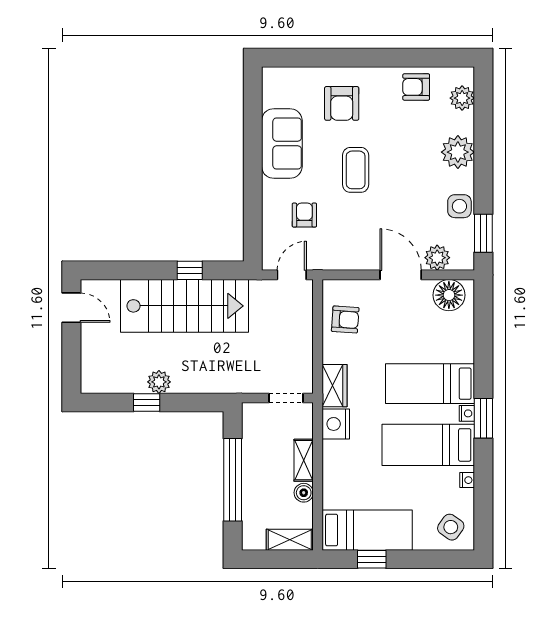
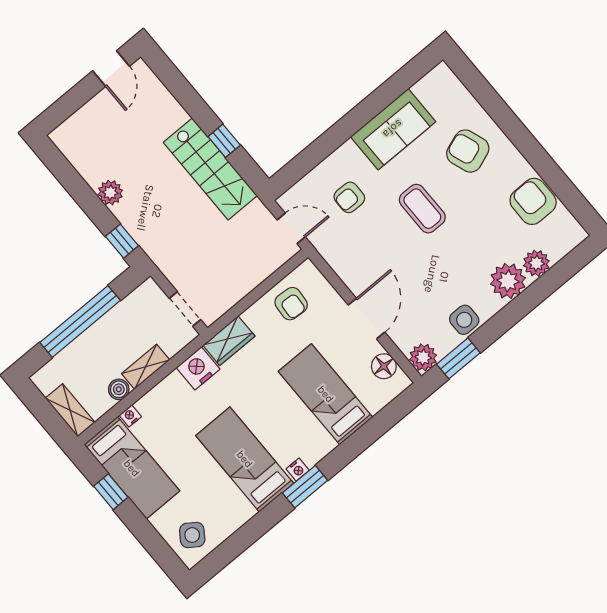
armchair: (416, 87) -> (533, 201), width x1.38, depth x1.38
plant: (462, 98) -> (536, 263), moved
armchair: (342, 103) -> (468, 151), turned 70
coffee table: (356, 170) -> (422, 209), turned 90
armchair: (304, 215) -> (349, 197), turned 180
plant: (437, 258) -> (423, 357), moved
floor lamp: (449, 295) -> (384, 366), width x0.73, depth x0.73
stairs: (185, 306) -> (210, 169), width x0.73, depth x0.66
bed: (430, 384) -> (326, 394), moved
window: (147, 402) -> (122, 241), moved
nightstand: (467, 480) -> (130, 416), moved, turned 180

